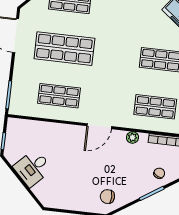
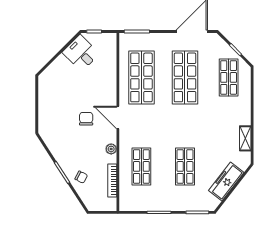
shop shelf: (59, 96) -> (141, 77), width x1.43, depth x1.36
desk: (33, 168) -> (81, 53), moved
chair: (107, 197) -> (86, 119), moved

